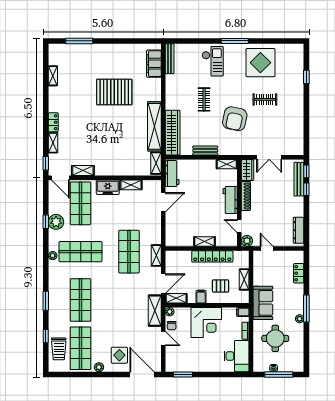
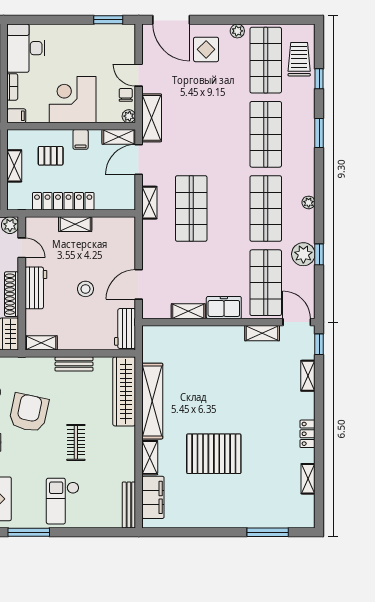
locker: (53, 122) -> (308, 434), moved
shelving: (156, 163) -> (150, 458), moved
stool: (198, 199) -> (86, 289), added
shop shelf: (81, 252) -> (266, 209), turned 90

